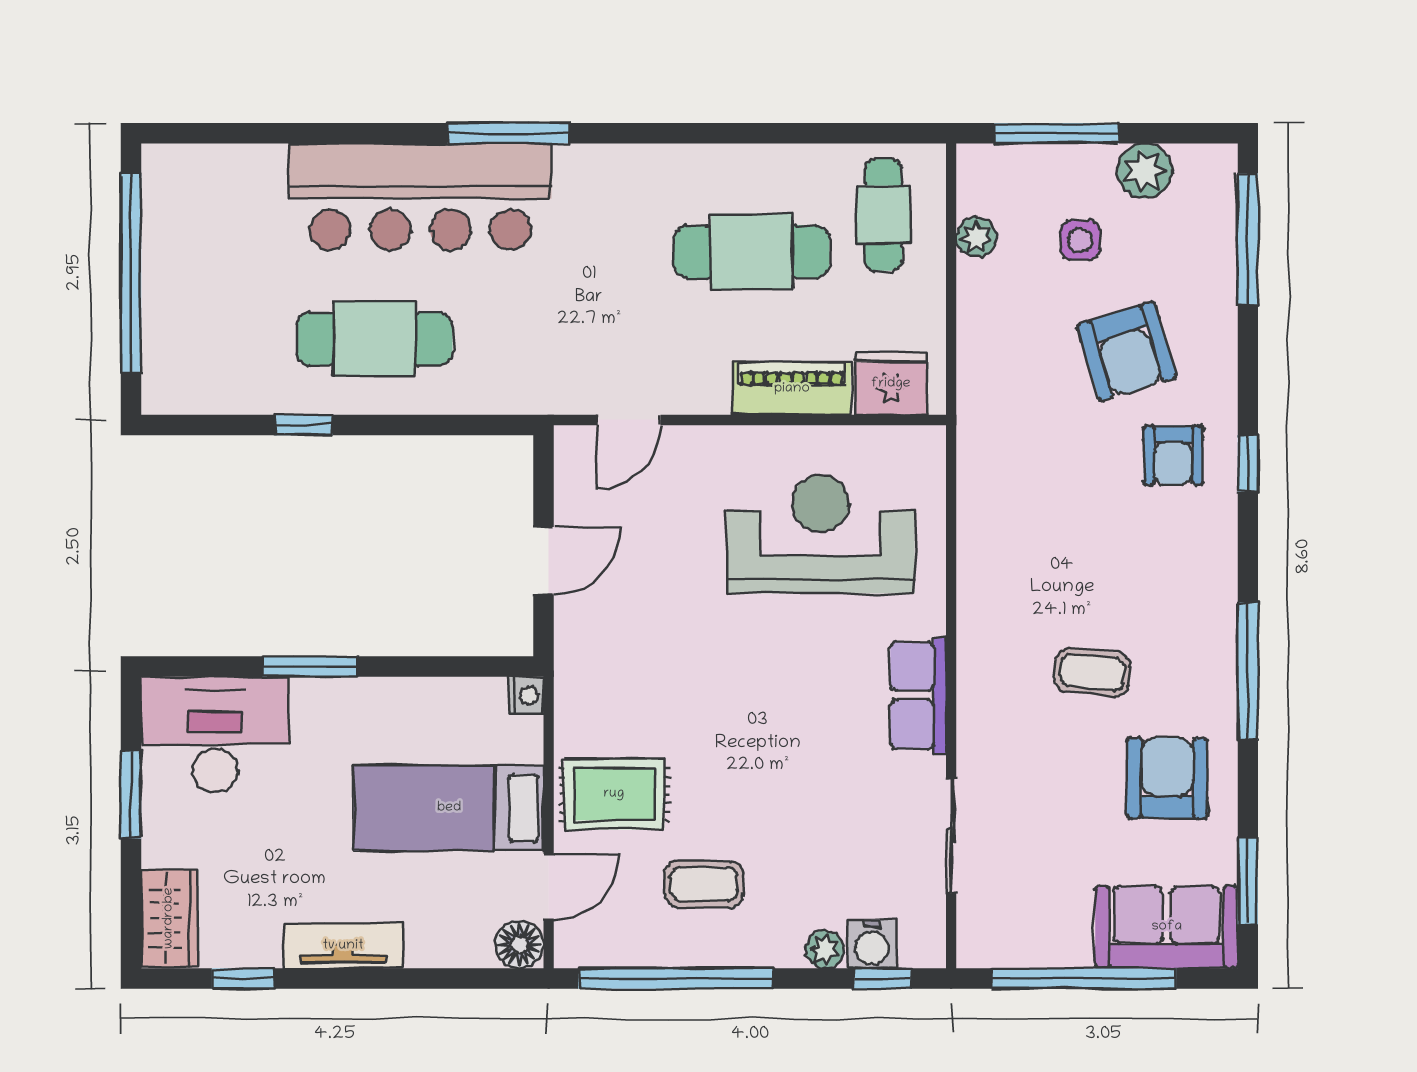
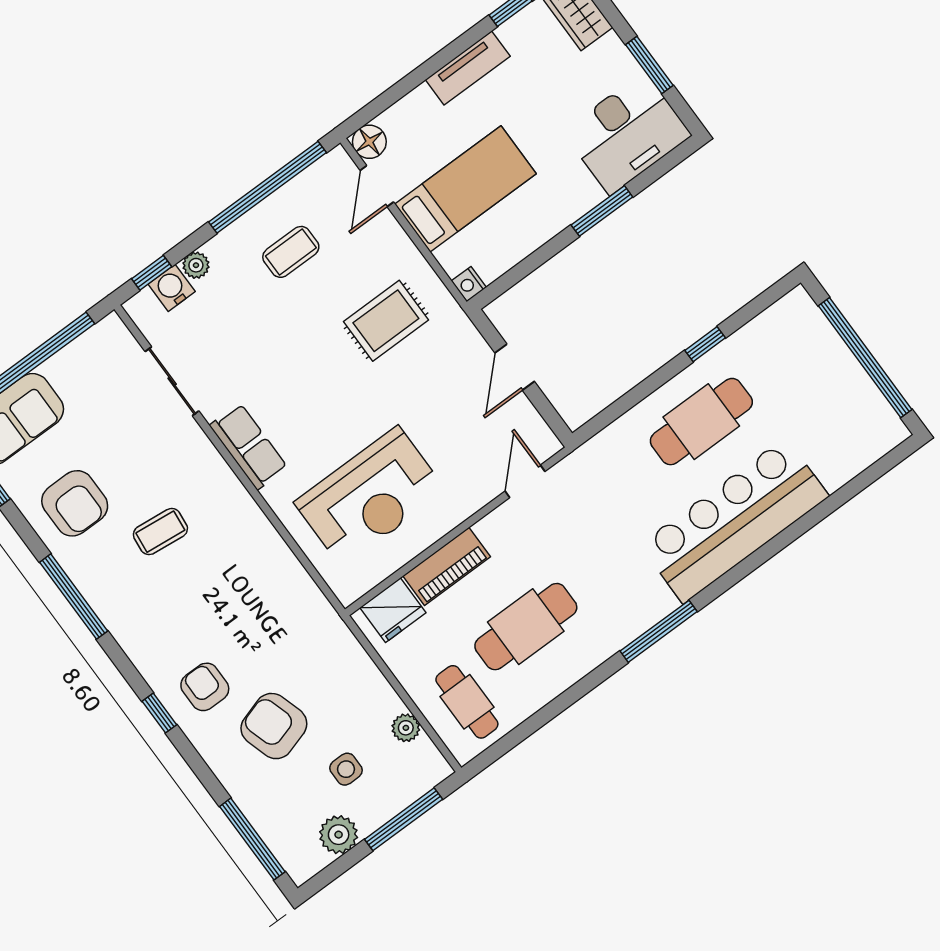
window: (509, 133) -> (659, 631), moved
rug: (614, 794) -> (386, 321), moved

